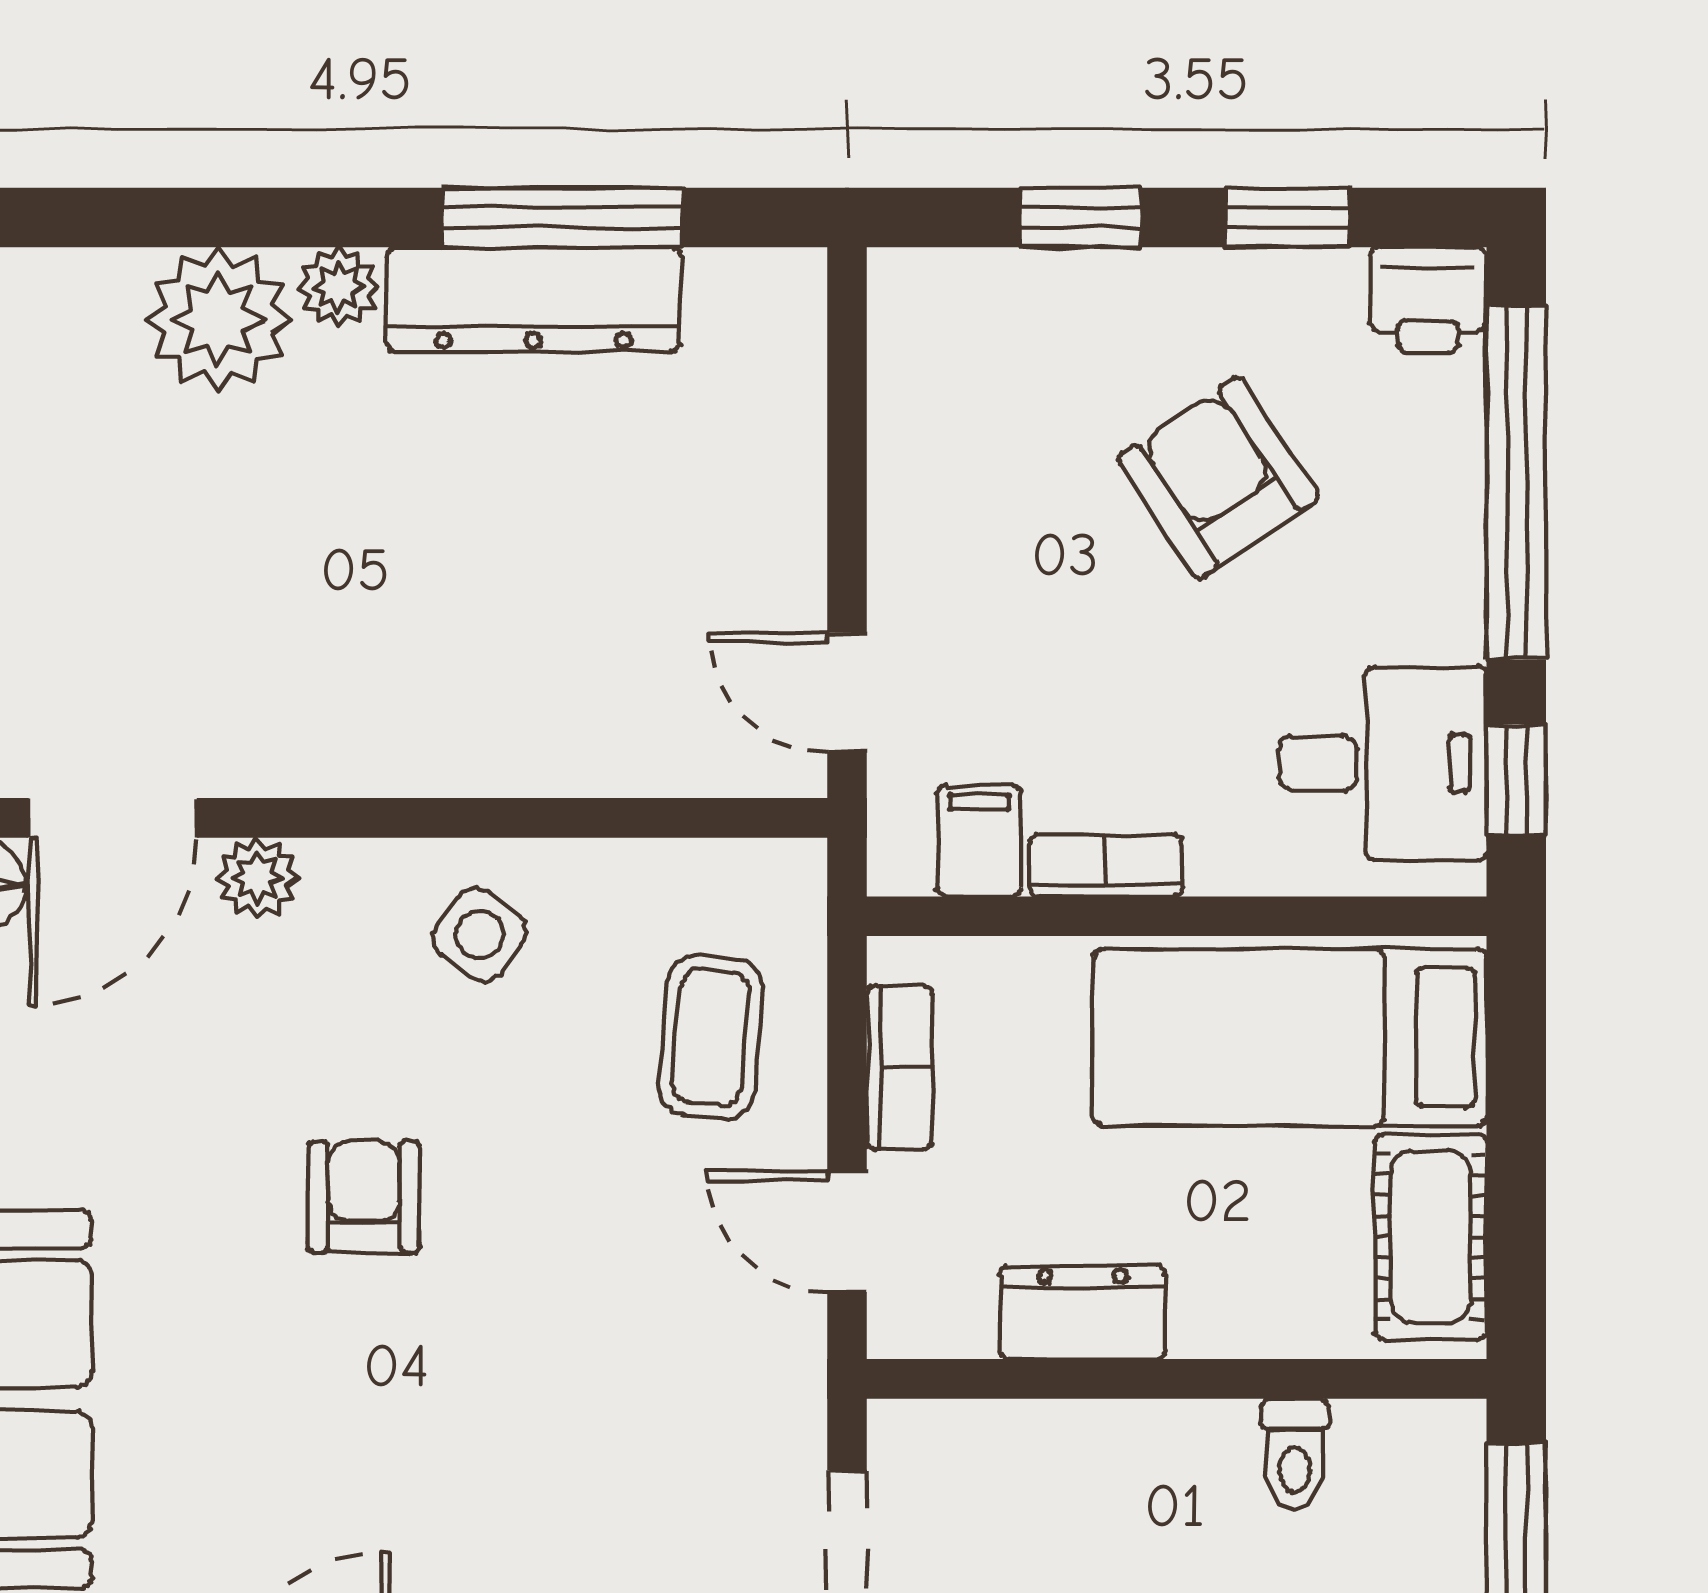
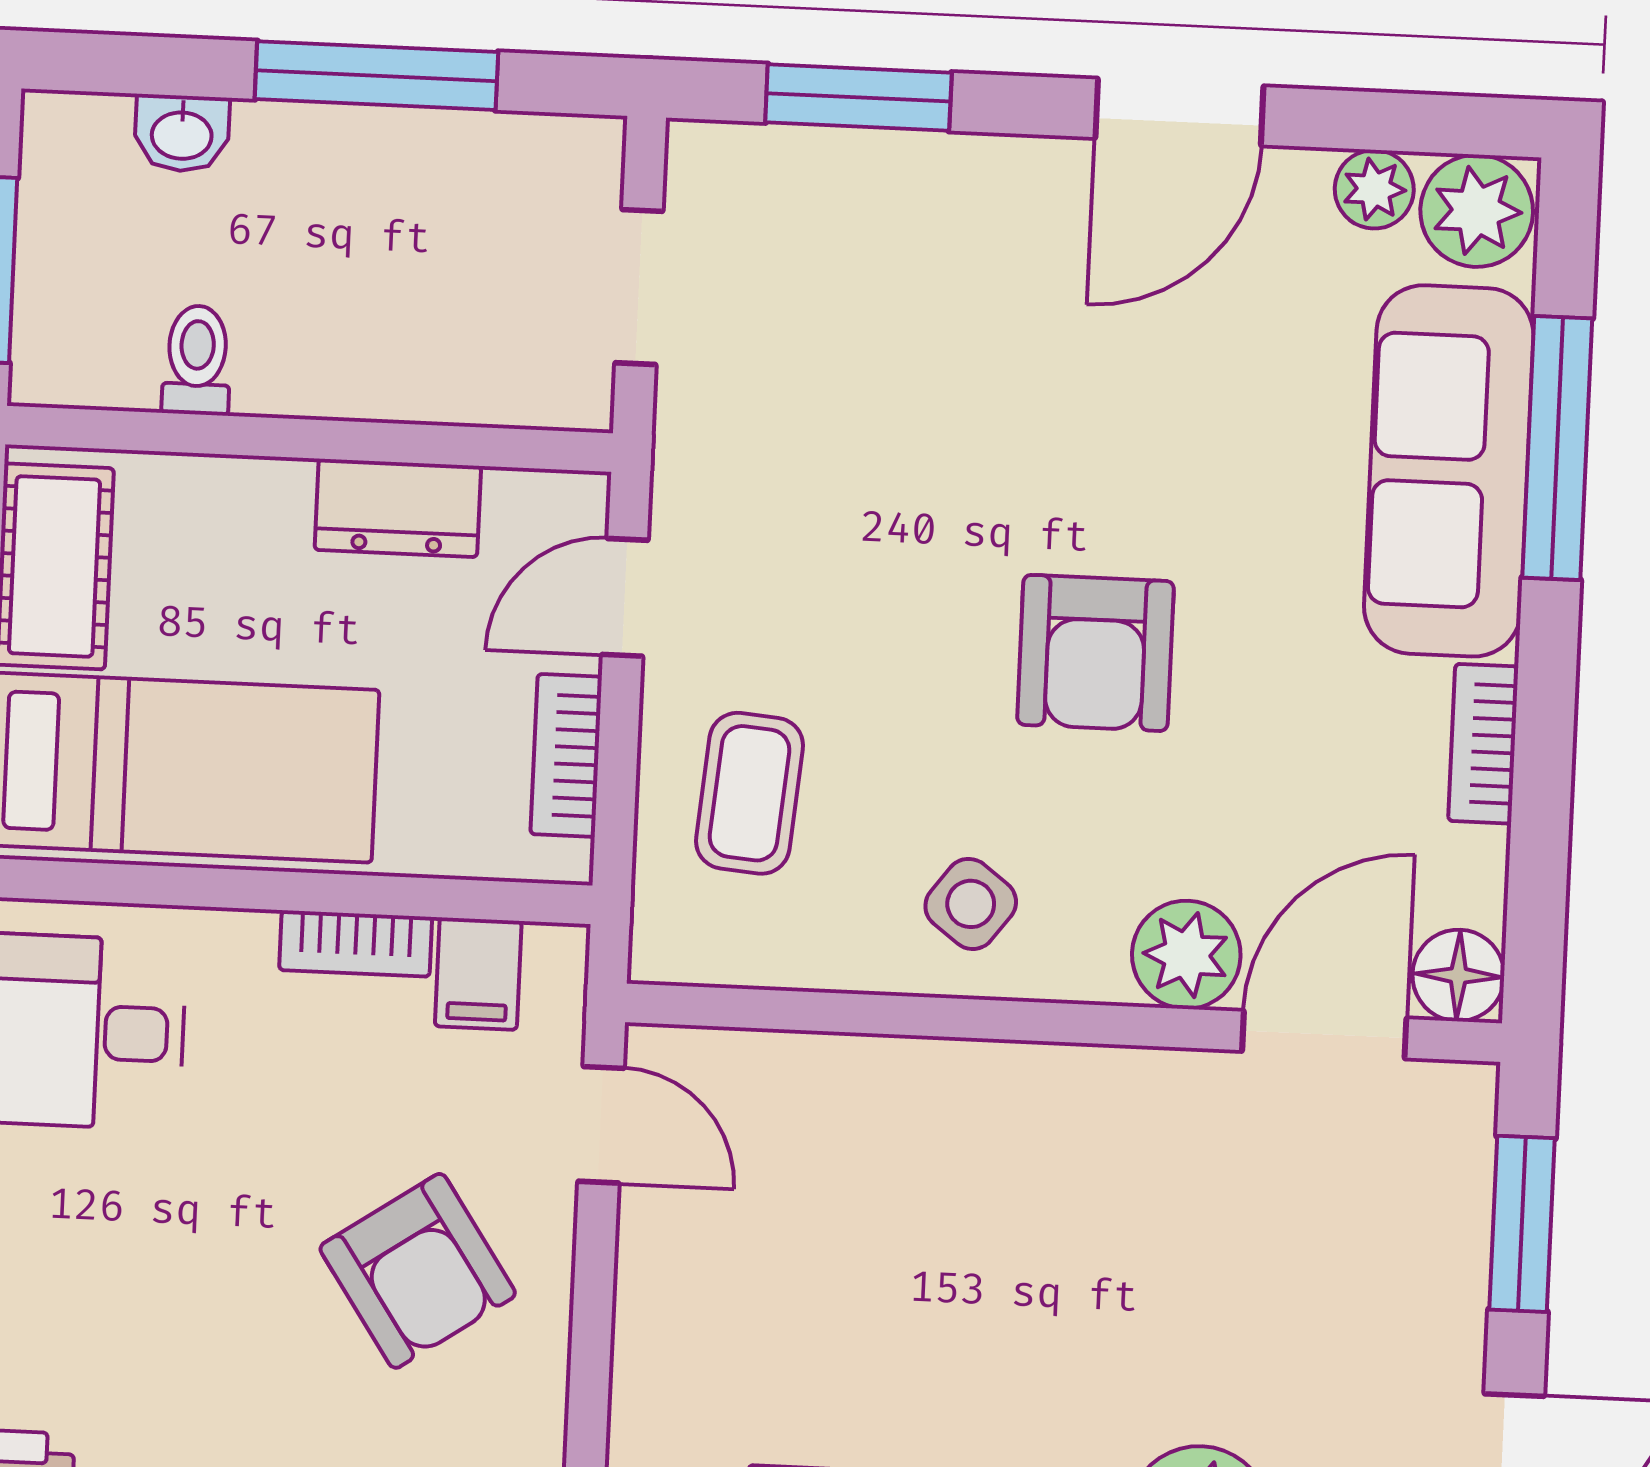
armchair: (1218, 477) -> (418, 1271), moved
plant: (257, 878) -> (1186, 955), width x1.38, depth x1.38
armchair: (364, 1197) -> (1096, 653), width x1.38, depth x1.38
door: (847, 1232) -> (625, 597), swing flipped

